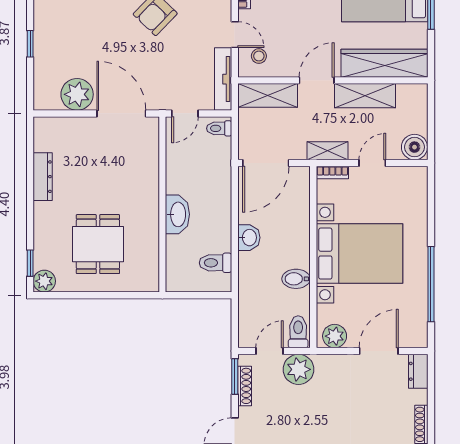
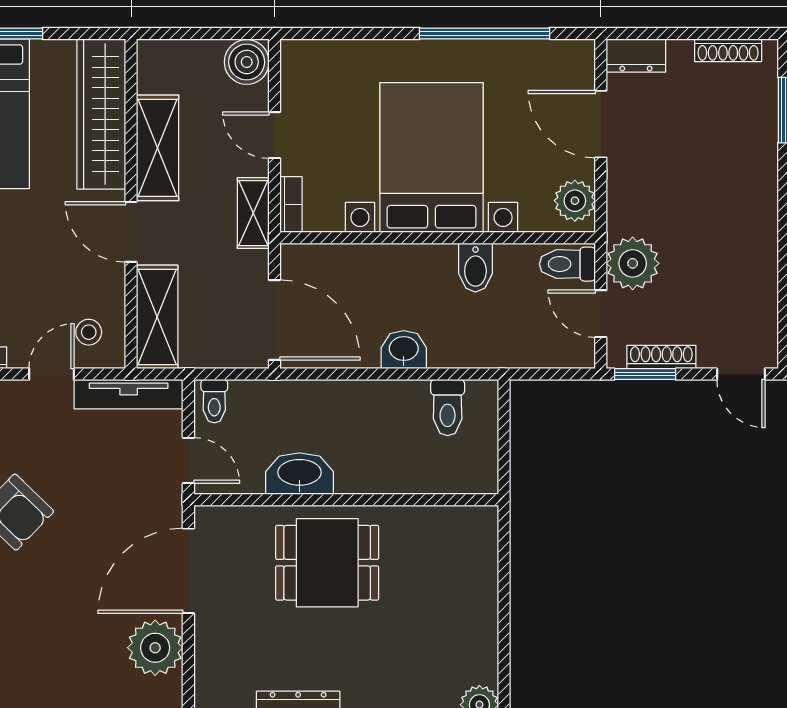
washbasin: (177, 214) -> (299, 474), moved
dining table: (98, 244) -> (327, 563), moved

